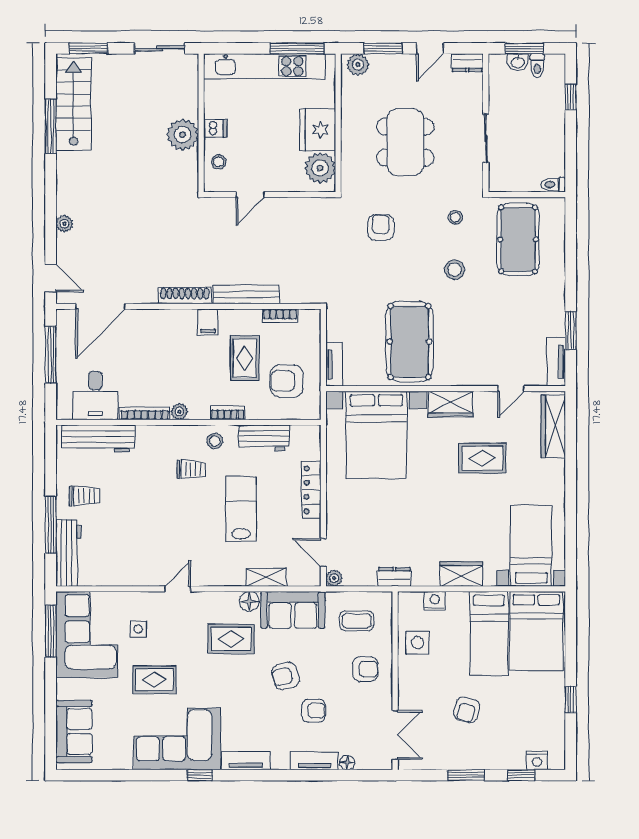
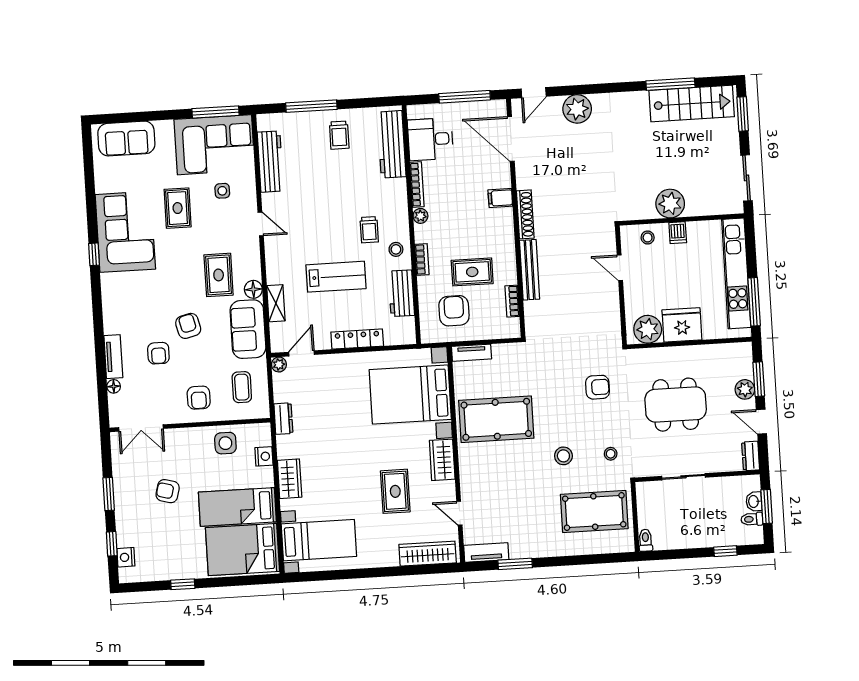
plant: (358, 65) -> (745, 389), moved
plant: (64, 224) -> (577, 109), width x1.87, depth x1.87
filing cabinet: (208, 322) -> (500, 198), moved
workbench: (68, 553) -> (270, 162), moved, turned -90
tv unit: (246, 761) -> (110, 295), removed

